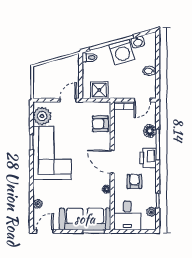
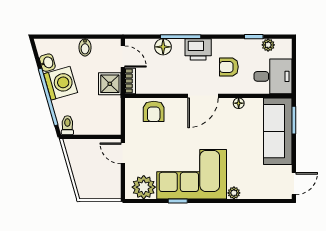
shower: (99, 90) -> (110, 84), moved
plant: (38, 204) -> (234, 193), moved
door: (45, 231) -> (294, 184), swing flipped

